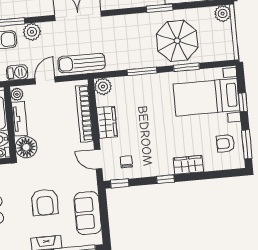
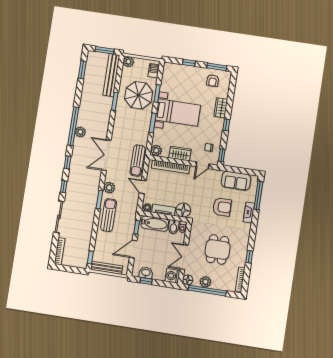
barbecue: (17, 73) -> (154, 71), moved
bed with nightstands: (206, 97) -> (178, 113), moved, turned -90

